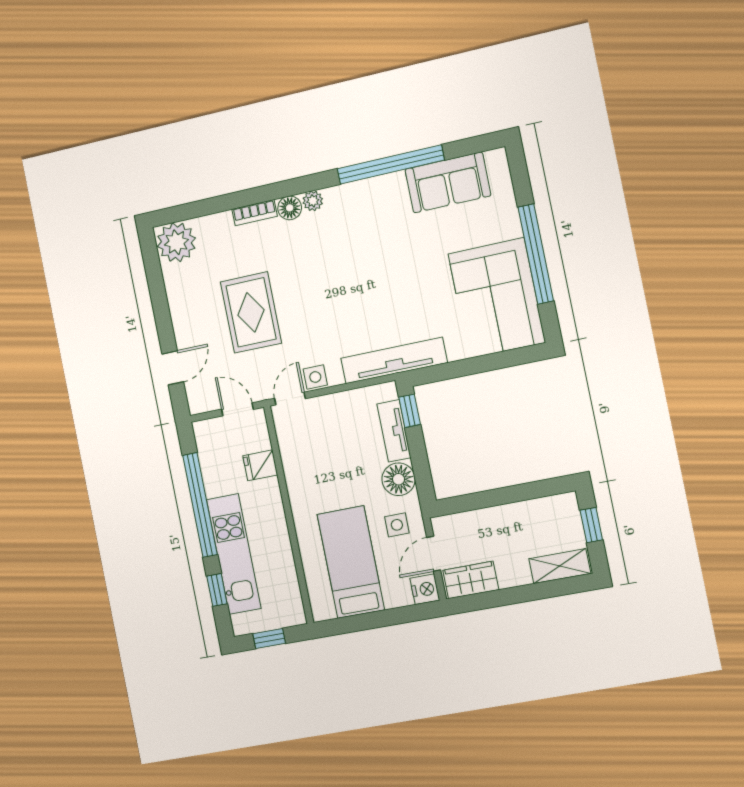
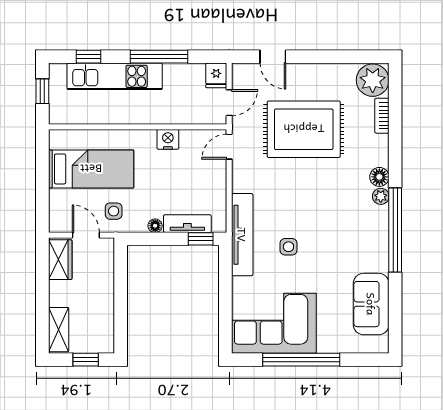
window: (391, 164) -> (395, 230), moved
bookcase: (255, 213) -> (382, 116), moved
rug: (251, 312) -> (304, 129), width x1.37, depth x1.44
side table: (315, 377) -> (288, 247), moved
door: (290, 399) -> (229, 147), swing flipped
fridge: (260, 465) -> (216, 75), moved, turned 180
floor lamp: (399, 479) -> (155, 226), width x0.53, depth x0.53
window: (200, 505) -> (159, 57), width x0.68
nightstand: (425, 589) -> (168, 139), moved, turned 180

